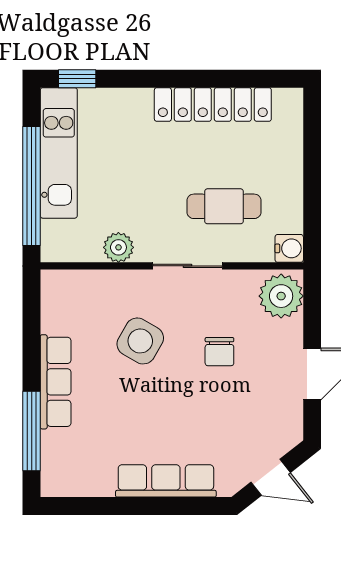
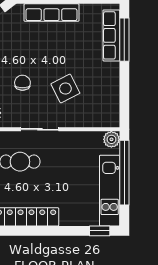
plant: (118, 247) -> (111, 139), moved
side table: (140, 341) -> (65, 89), turned 33
row of seats: (56, 382) -> (111, 35), moved

